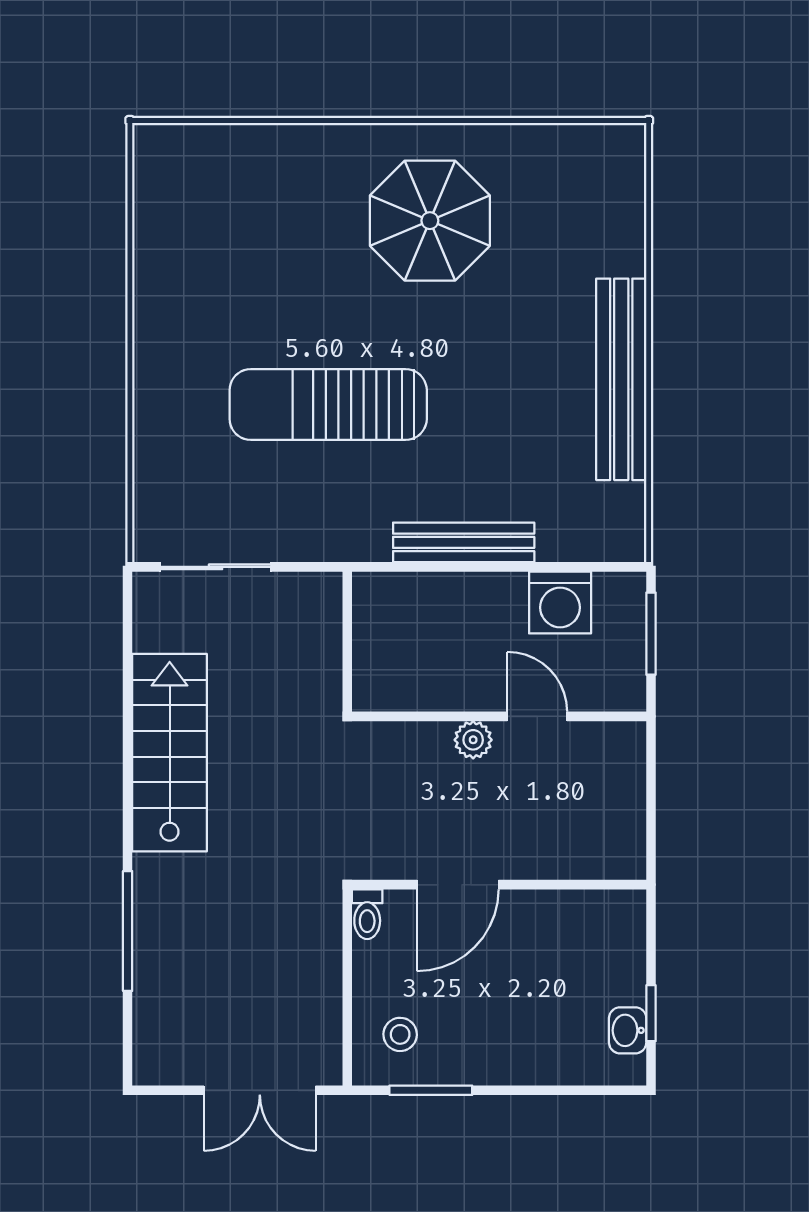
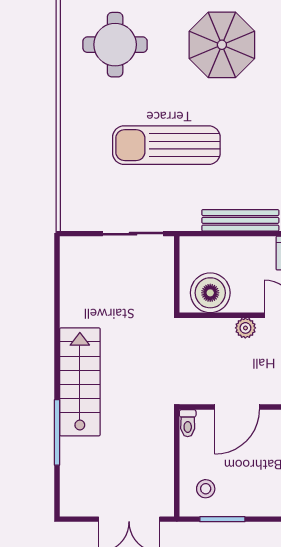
round table: (234, 220) -> (115, 45), added
sliding door: (215, 567) -> (133, 234), moved
boiler: (409, 675) -> (210, 293), added
stairs: (170, 753) -> (80, 382), moved

